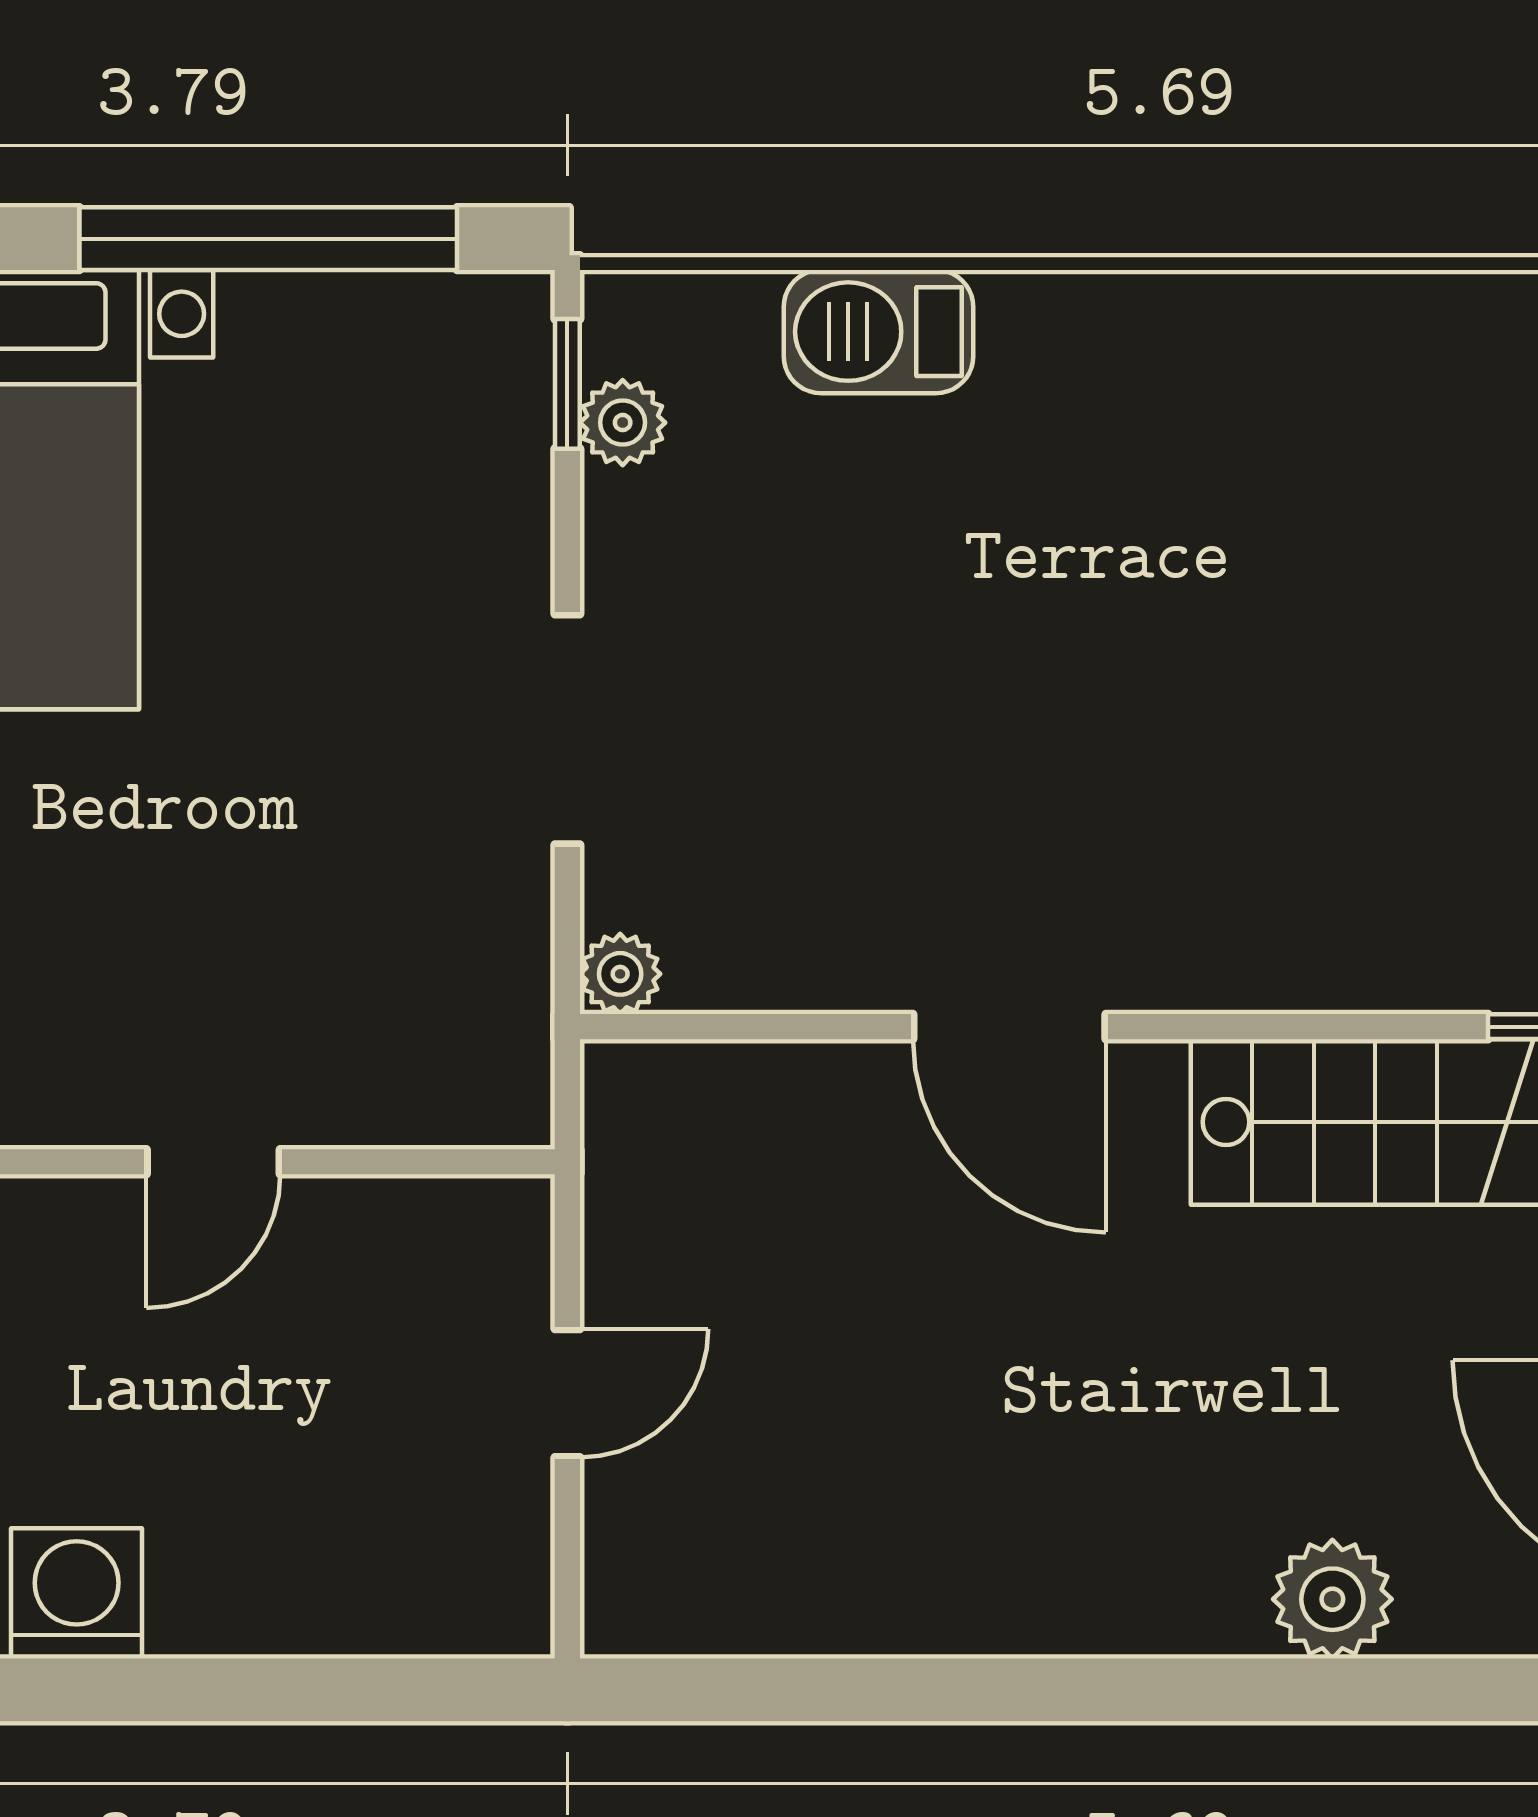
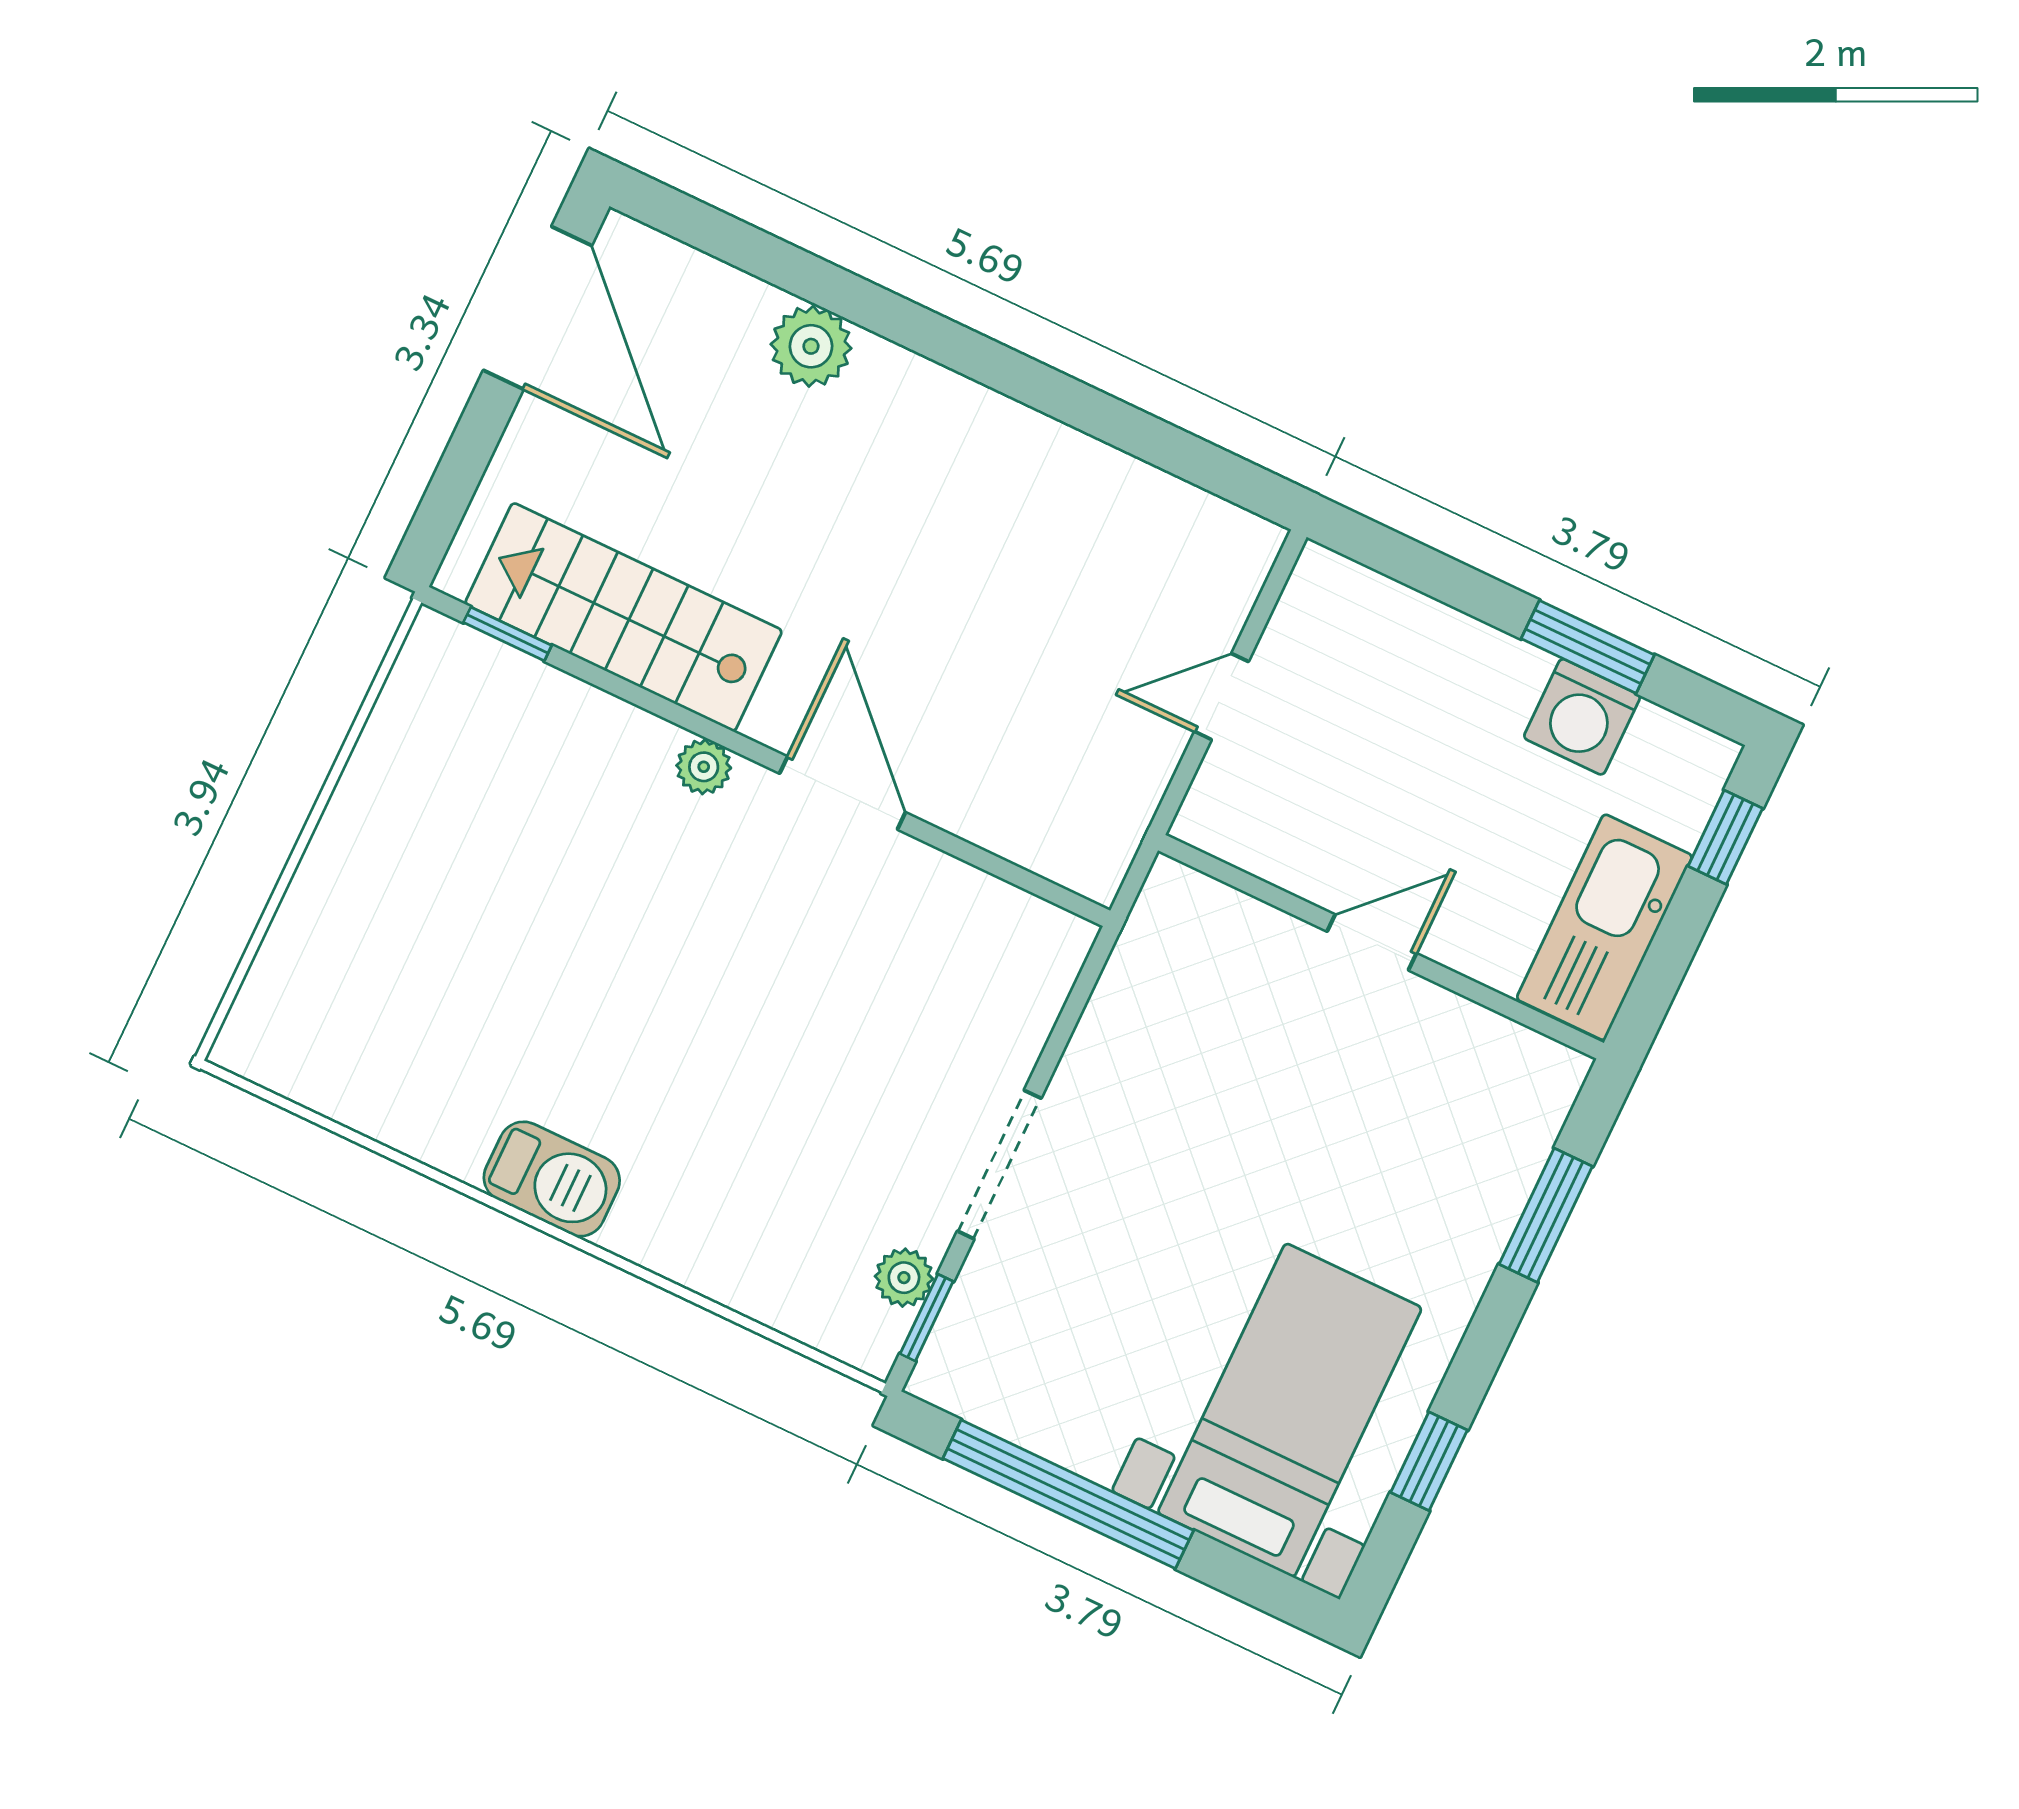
barbecue: (878, 332) -> (552, 1179), moved
doorway: (567, 729) -> (999, 1165), moved
plant: (620, 974) -> (704, 767), moved
window: (113, 1690) -> (1588, 647), added

